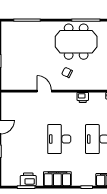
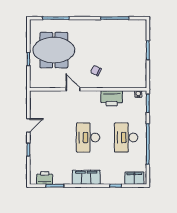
meeting table: (76, 42) -> (54, 50), moved
printer: (83, 97) -> (112, 98), width x1.87, depth x1.48
printer: (28, 179) -> (45, 178), moved

